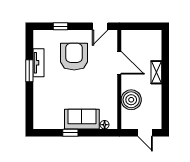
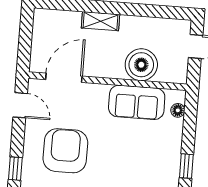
armchair: (74, 57) -> (65, 151), turned 90
door: (119, 63) -> (64, 78), moved
sofa: (82, 119) -> (137, 102), moved, turned -90

